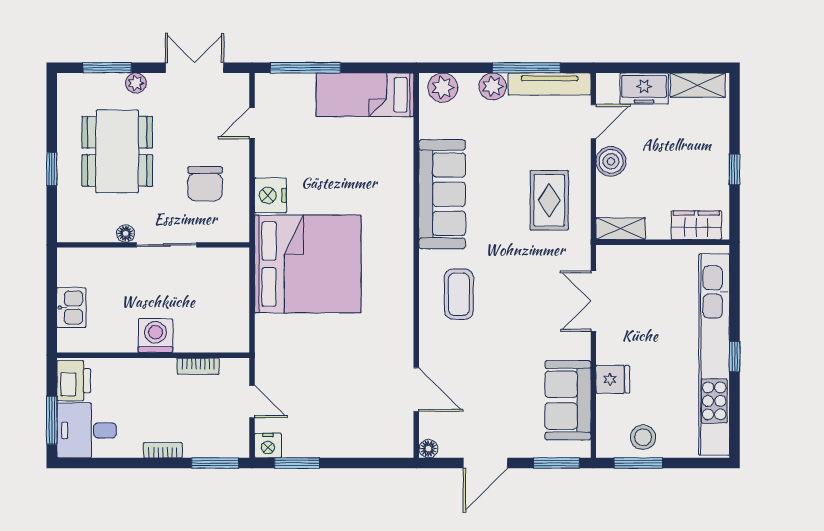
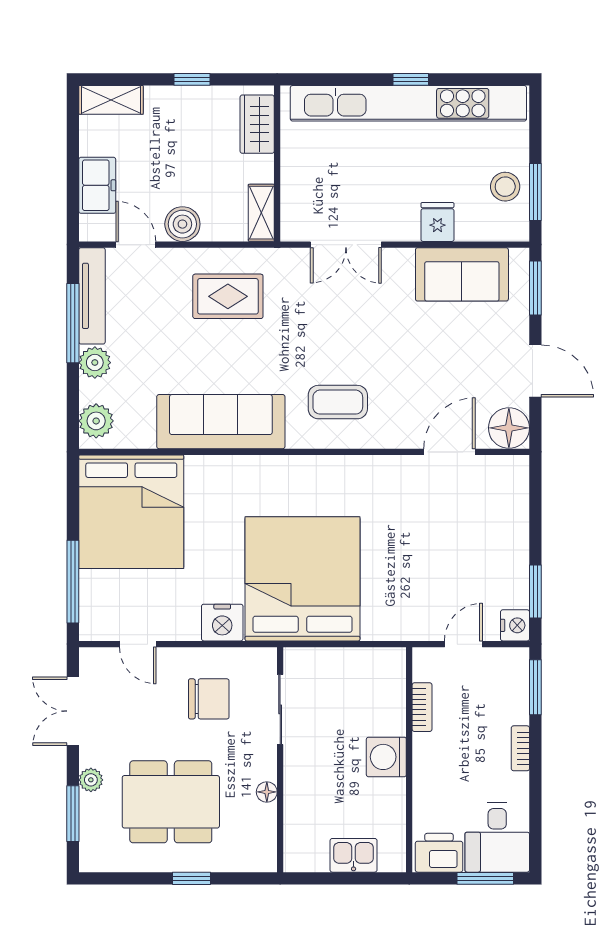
shelving: (698, 85) -> (111, 100), moved, turned 90
bed: (365, 95) -> (131, 512), width x2.04
sliding door: (167, 245) -> (280, 709), moved
floor lamp: (428, 449) -> (509, 428), width x1.89, depth x1.89

